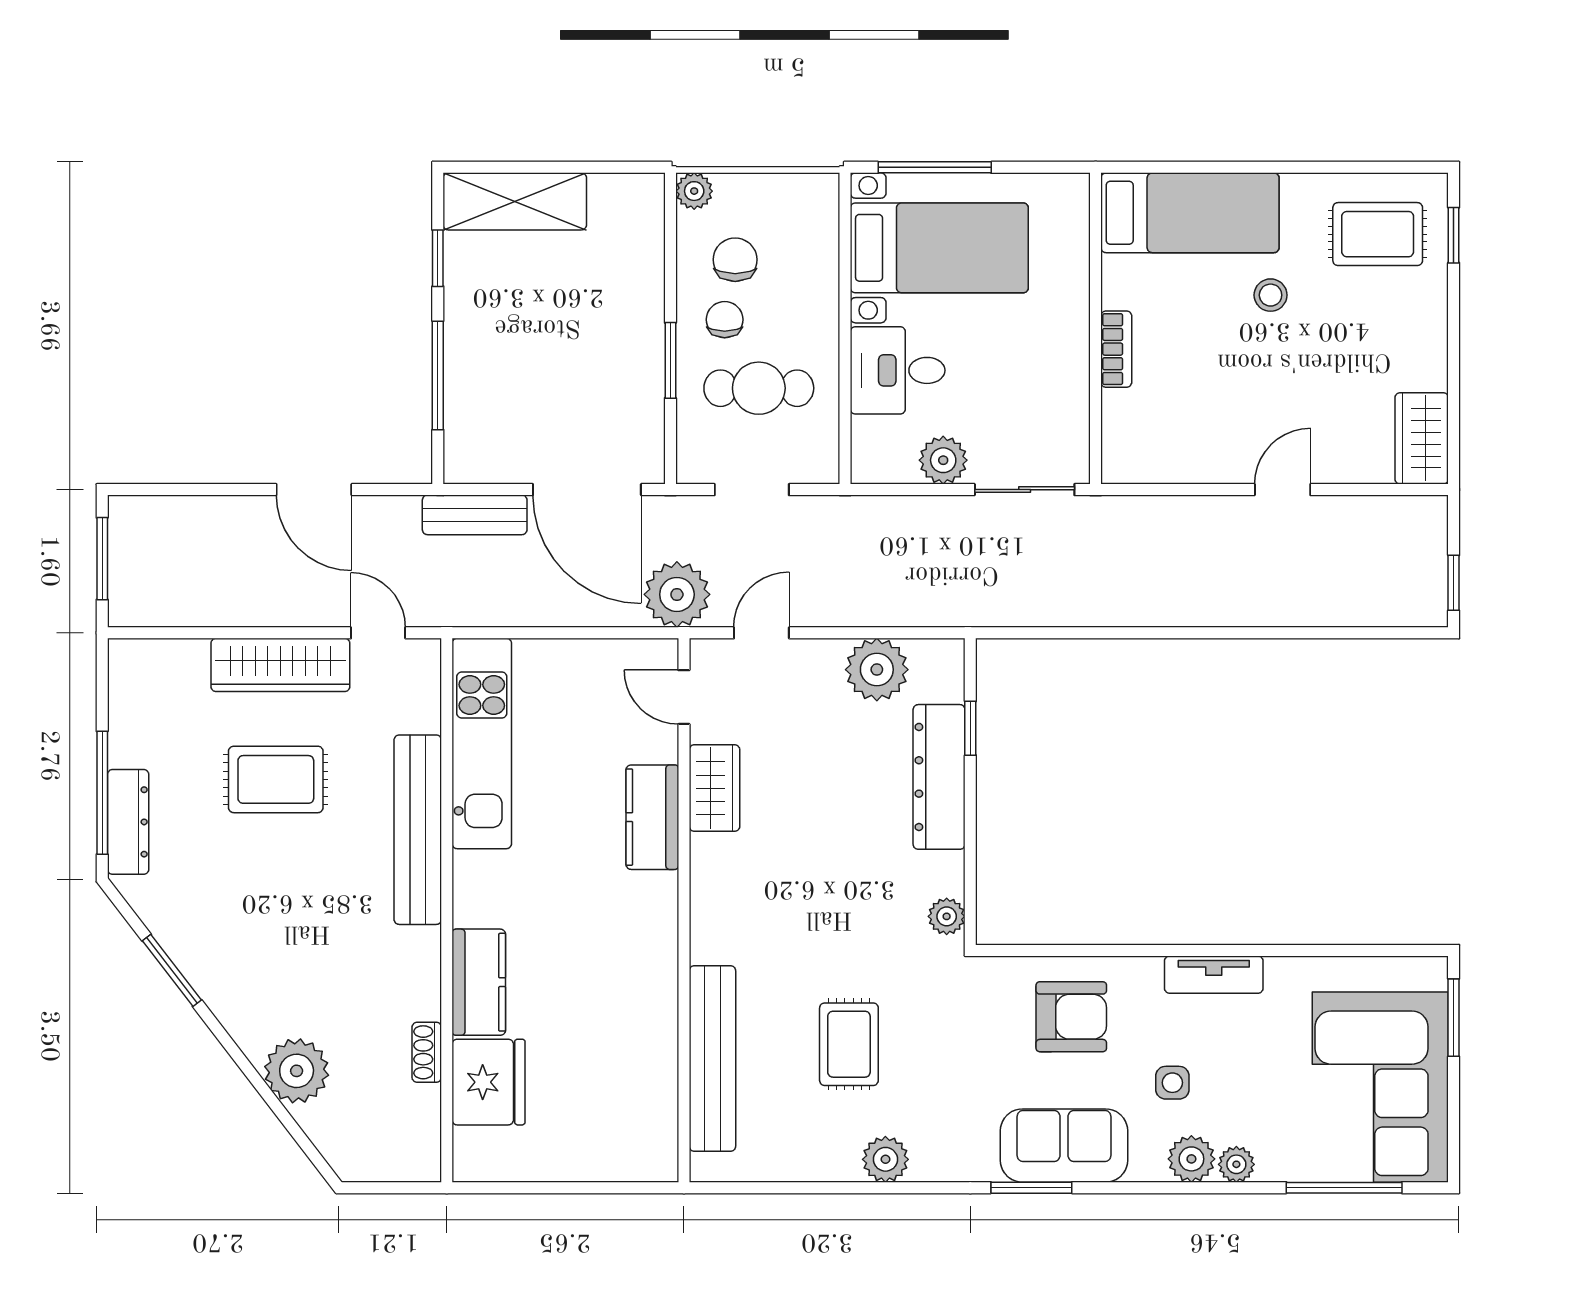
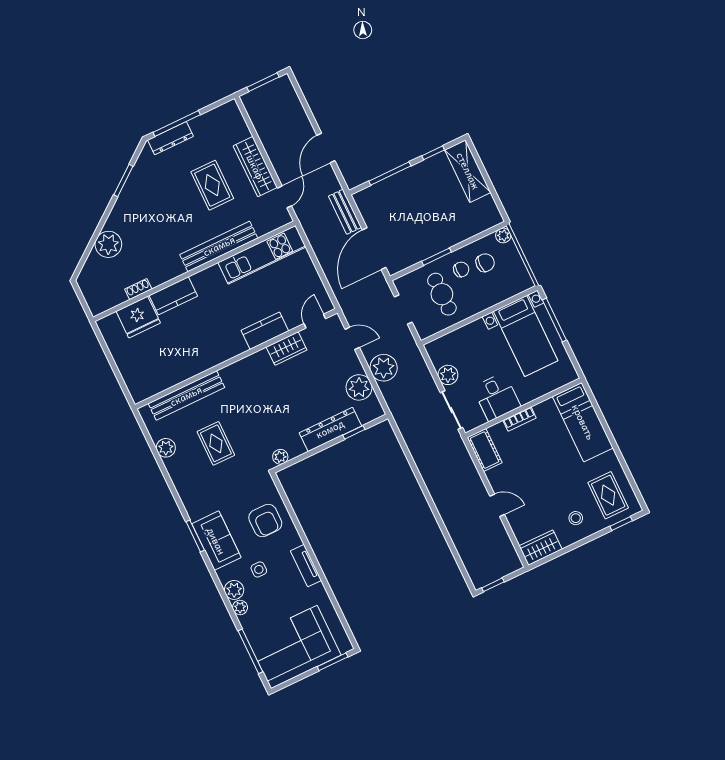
stool: (1271, 295) -> (576, 518), moved
desk: (898, 370) -> (497, 397), moved, turned 180
cot: (1148, 459) -> (485, 450), added
plant: (677, 594) -> (384, 368), moved
rug: (849, 1044) -> (216, 443), turned 90
plant: (885, 1159) -> (166, 448), moved

